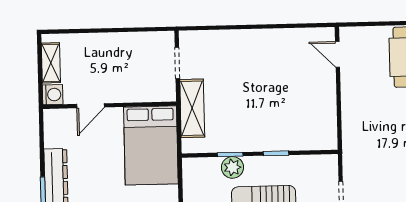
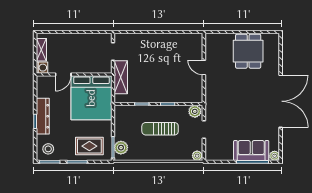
door: (338, 54) -> (204, 67), moved
bed: (151, 145) -> (91, 98), width x1.36
plant: (232, 167) -> (195, 111), moved

